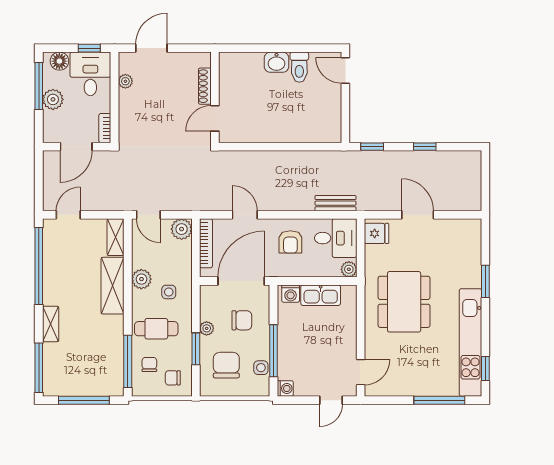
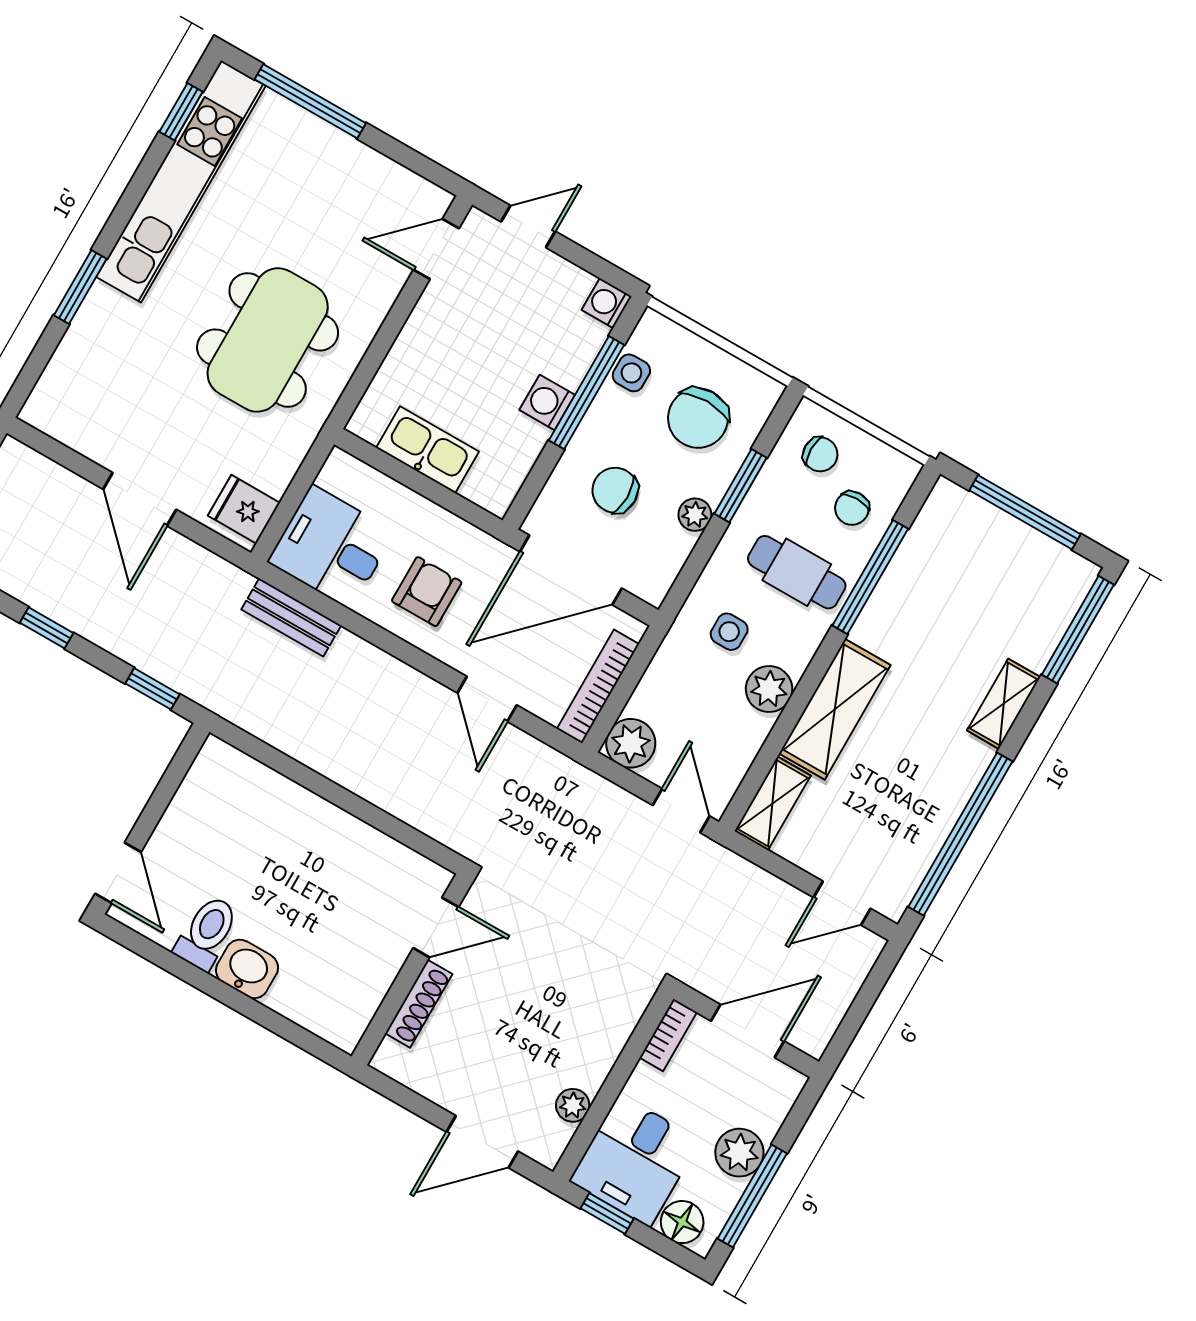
plant: (349, 269) -> (341, 469), removed
washing machine: (291, 294) -> (547, 402), moved, turned -90
window: (128, 361) -> (870, 577), moved

